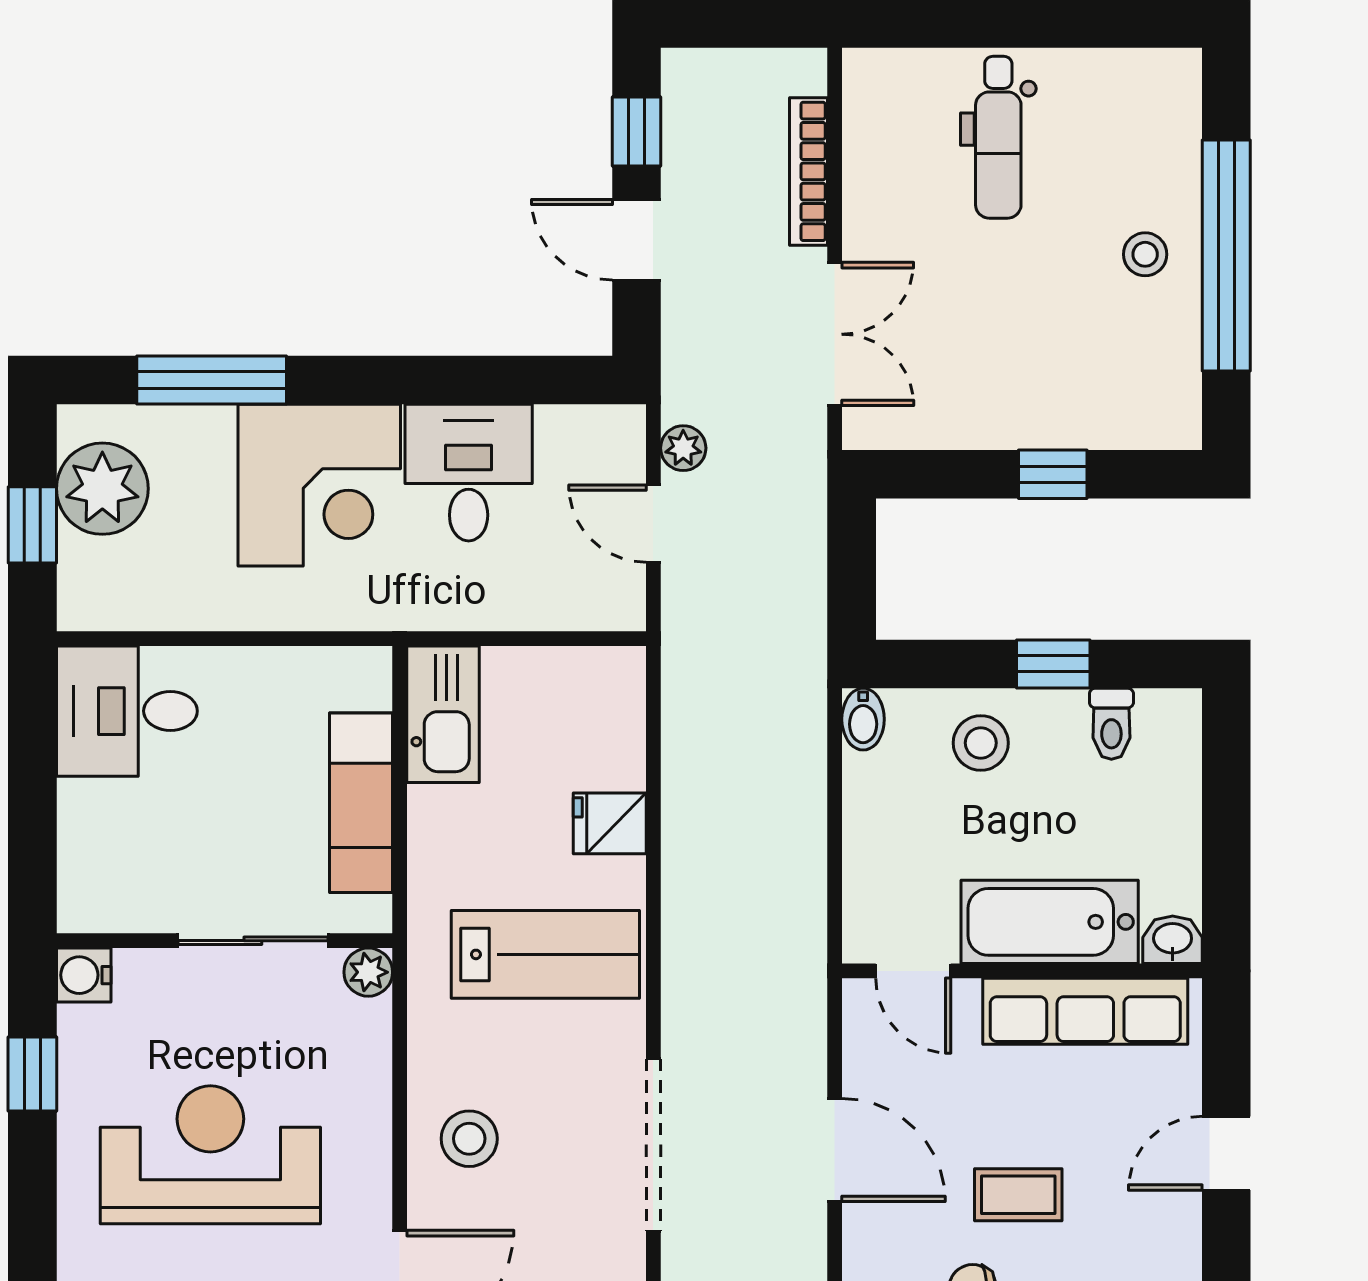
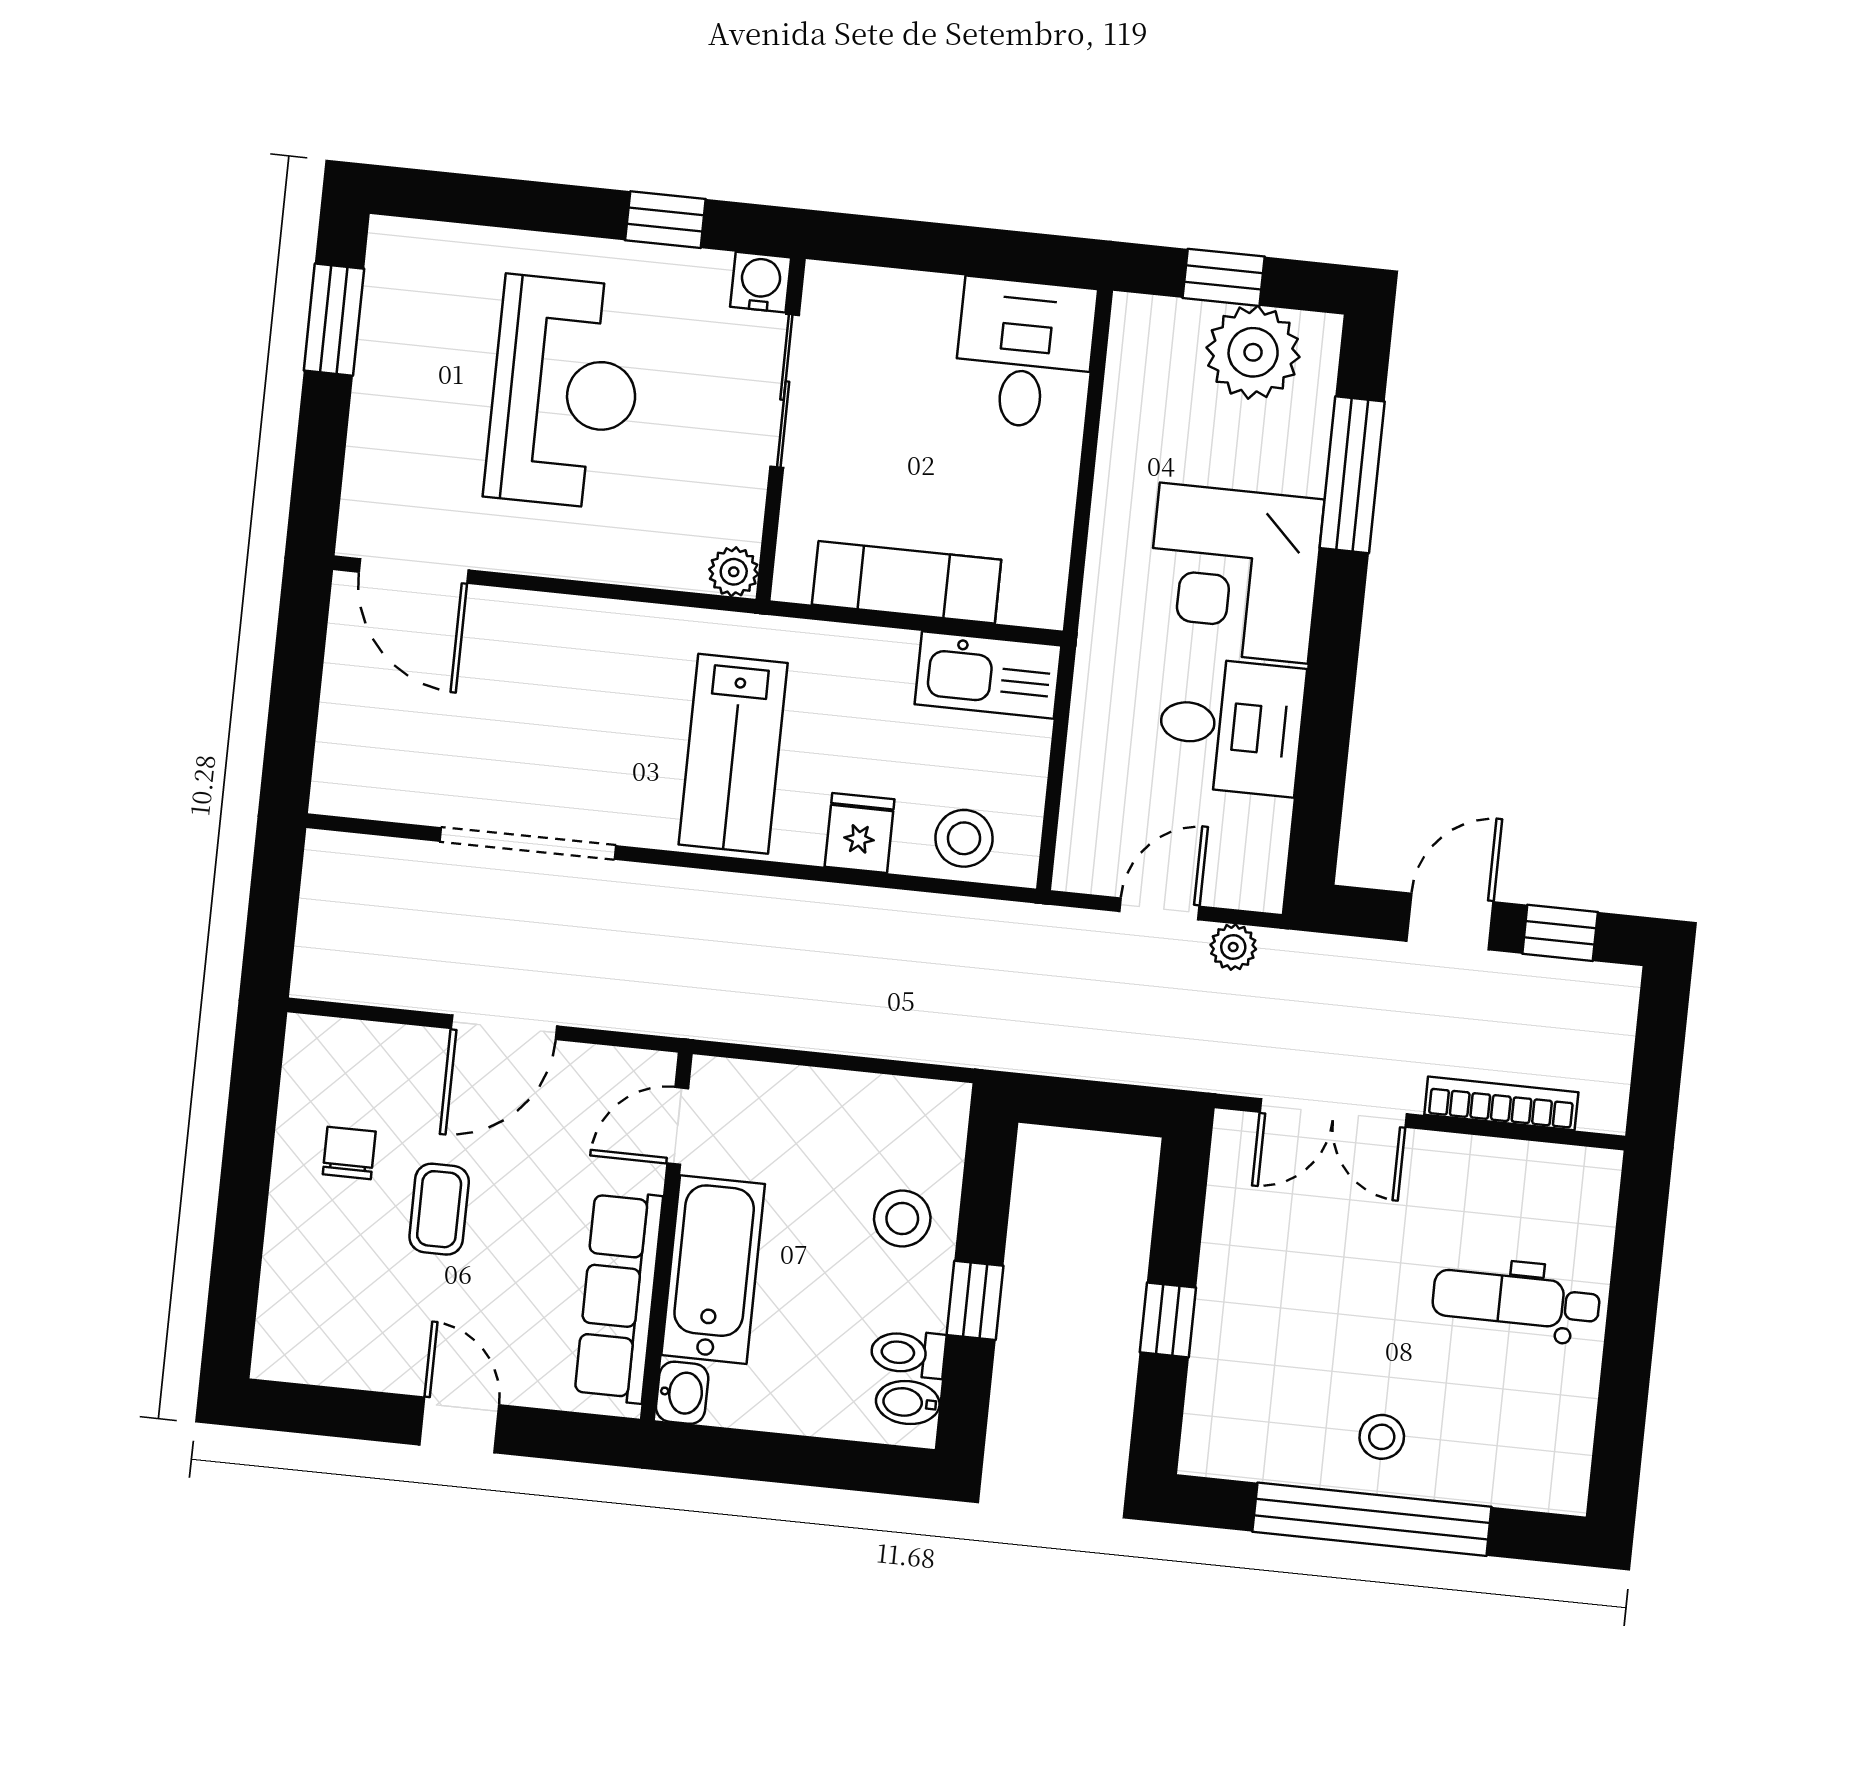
bidet: (863, 719) -> (908, 1402), moved
sliding door: (253, 941) -> (785, 391), moved
stool: (469, 1139) -> (964, 838), moved

